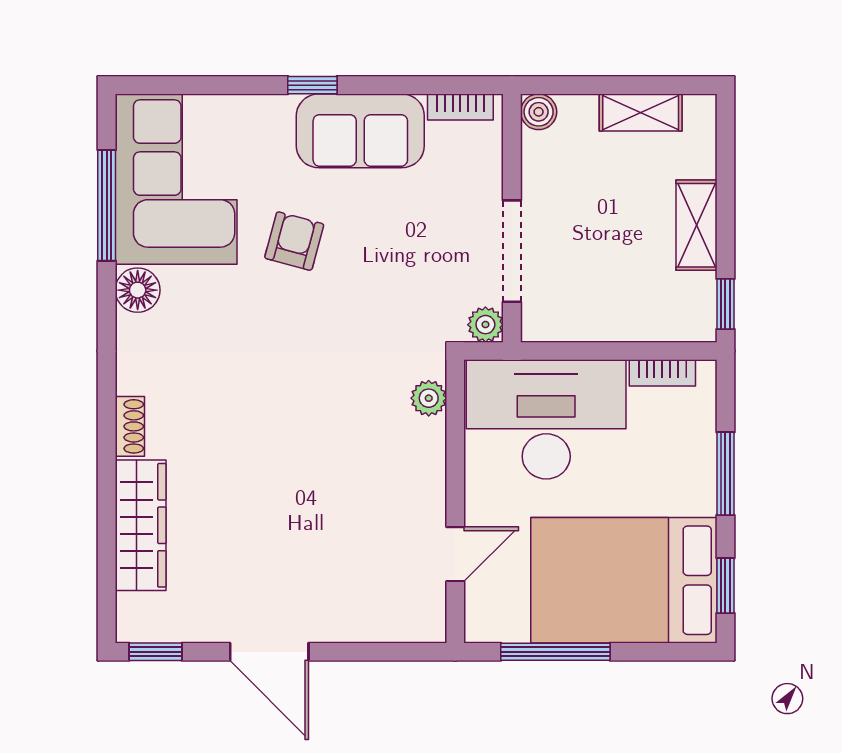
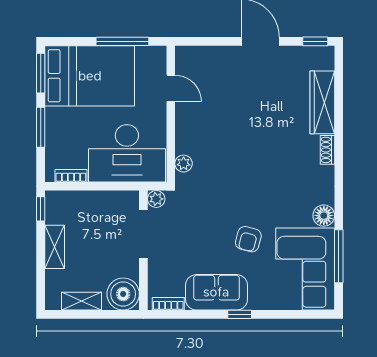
boiler: (539, 112) -> (123, 294), width x1.86, depth x1.86
door: (455, 554) -> (171, 88), swing flipped
window: (725, 586) -> (41, 73), width x1.50

